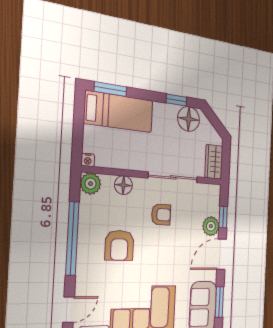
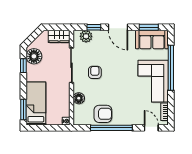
plant: (91, 184) -> (79, 119), removed
plant: (211, 226) -> (86, 36), moved
armchair: (119, 245) -> (103, 114), moved

